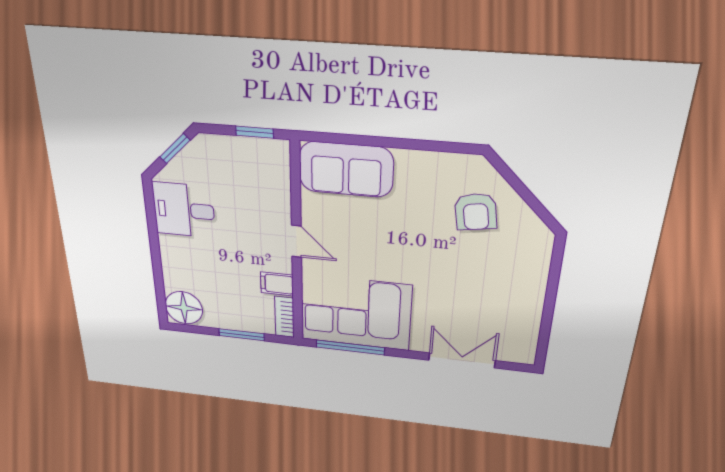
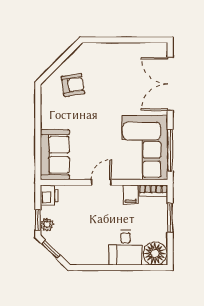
window: (255, 132) -> (38, 220), moved
plant: (218, 145) -> (47, 224), added
printer: (271, 154) -> (49, 196), added
desk: (184, 210) -> (126, 248), moved
double door: (462, 360) -> (170, 84), width x1.37

